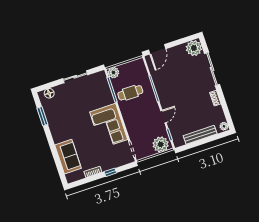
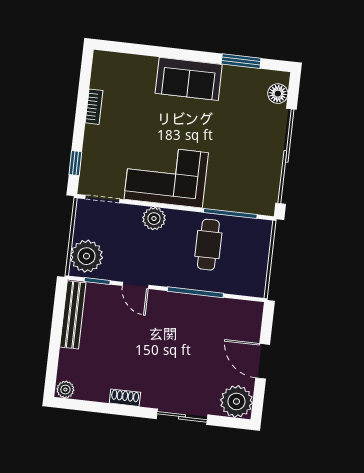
door: (157, 49) -> (263, 361), moved
sliding door: (212, 69) -> (182, 417), width x0.73
plant: (113, 73) -> (154, 219), moved
sliding door: (75, 77) -> (286, 156), width x1.86
bench: (200, 135) -> (73, 315), moved
sofa: (68, 157) -> (189, 79), moved
window: (110, 172) -> (75, 163), moved

